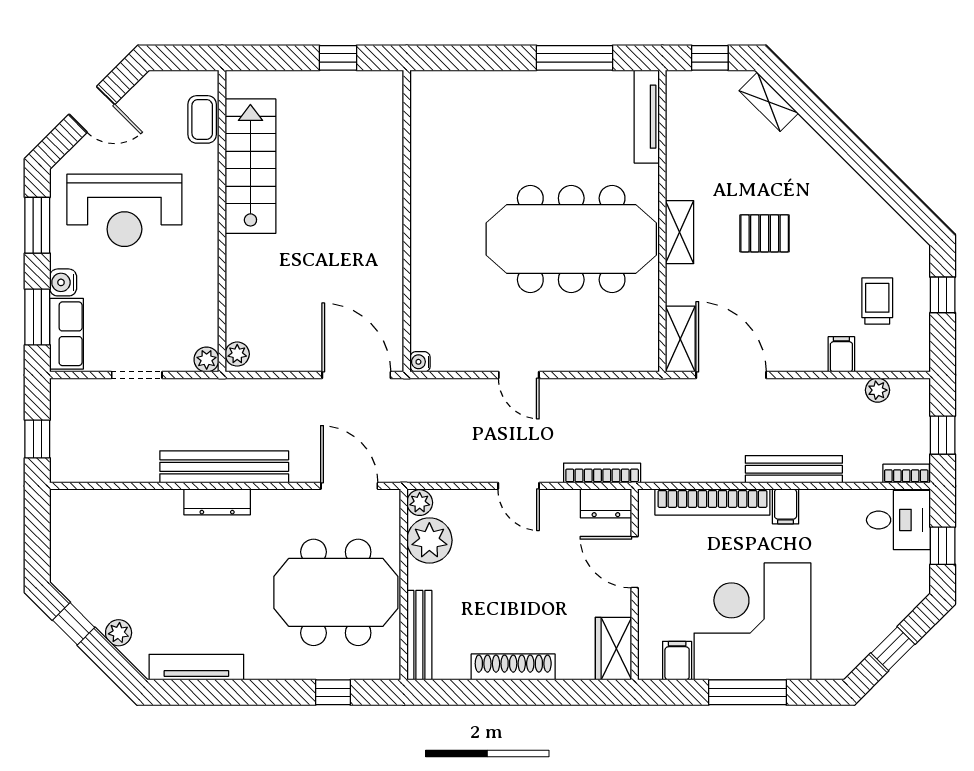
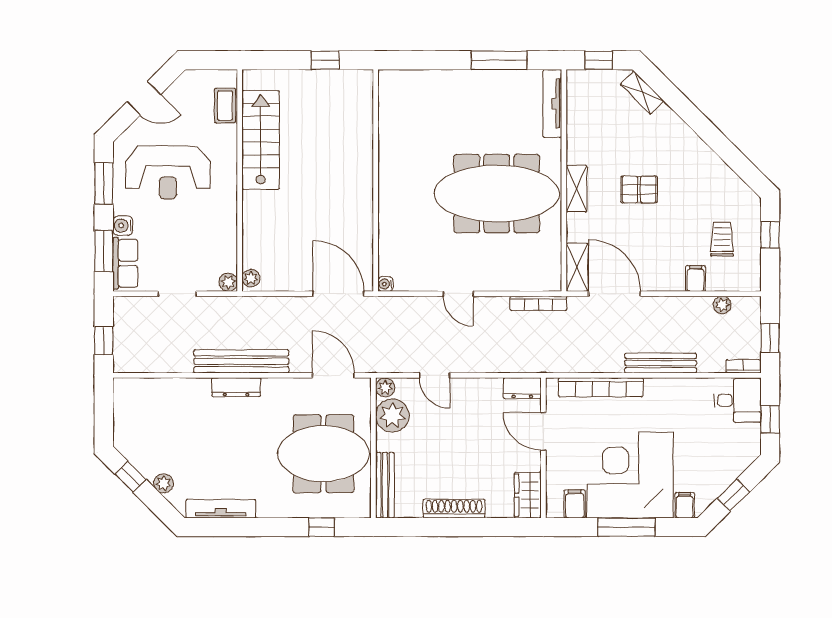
bookcase: (602, 473) -> (538, 303), moved, turned 180
door: (519, 486) -> (435, 375), moved
filing cabinet: (786, 506) -> (685, 505), moved, turned 180

